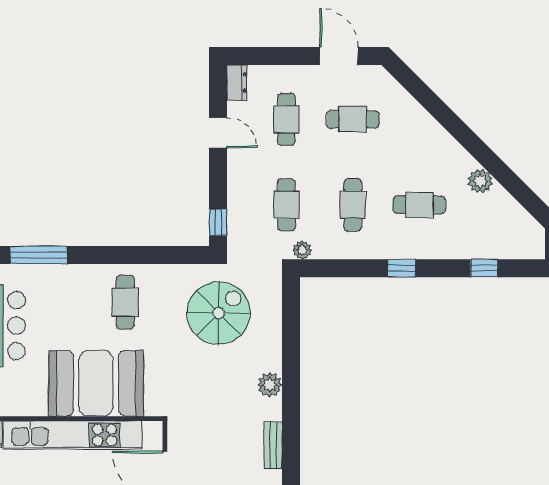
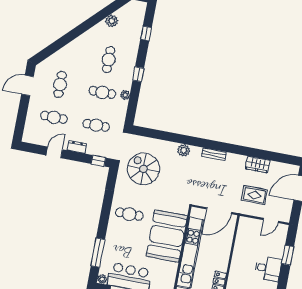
dresser: (237, 83) -> (77, 147), moved
plant: (480, 181) -> (112, 21), moved
plant: (302, 250) -> (125, 95), moved

